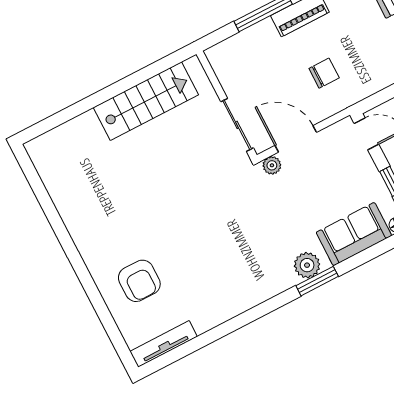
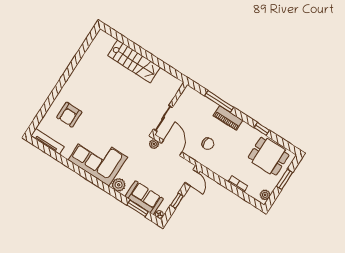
stairs: (146, 101) -> (134, 61), moved
corner sofa: (242, 275) -> (98, 159), added
window: (317, 281) -> (137, 208), moved

